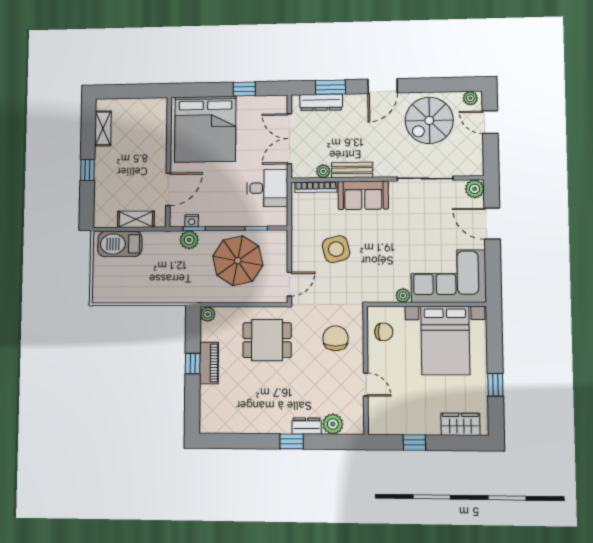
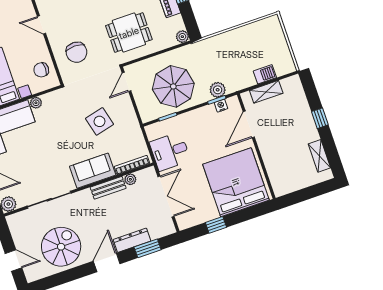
plant: (470, 98) -> (35, 275), removed
dresser: (321, 102) -> (132, 240), moved
barbecue: (120, 244) -> (265, 74), width x0.53, depth x0.65

